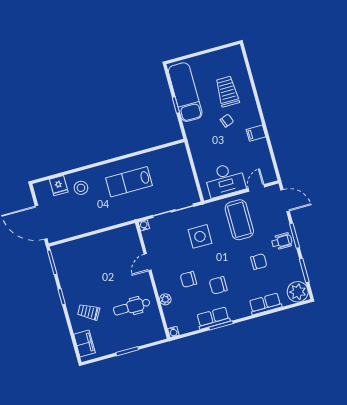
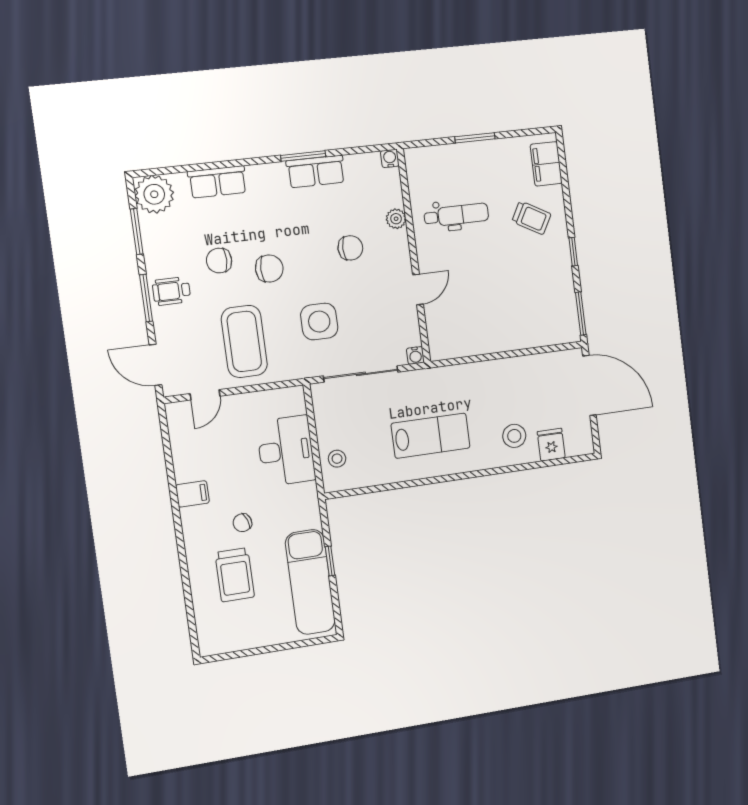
stool: (180, 162) -> (337, 459), added
desk: (225, 180) -> (286, 451), moved, turned 90
chair: (218, 285) -> (269, 269), moved

